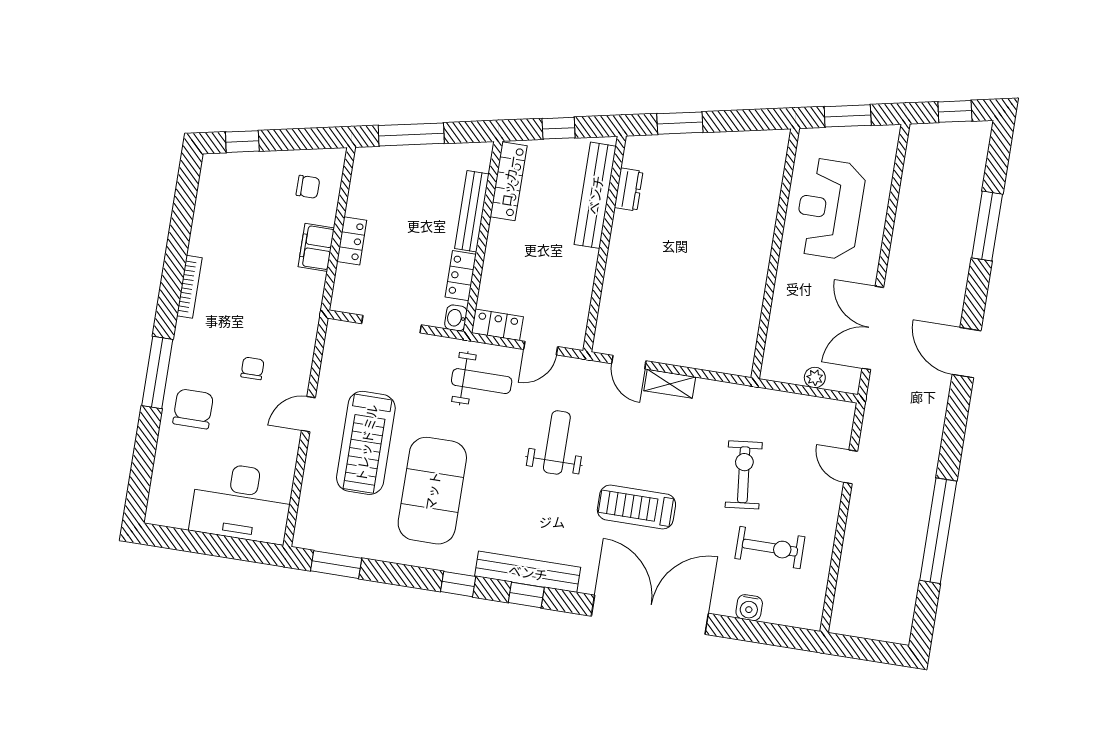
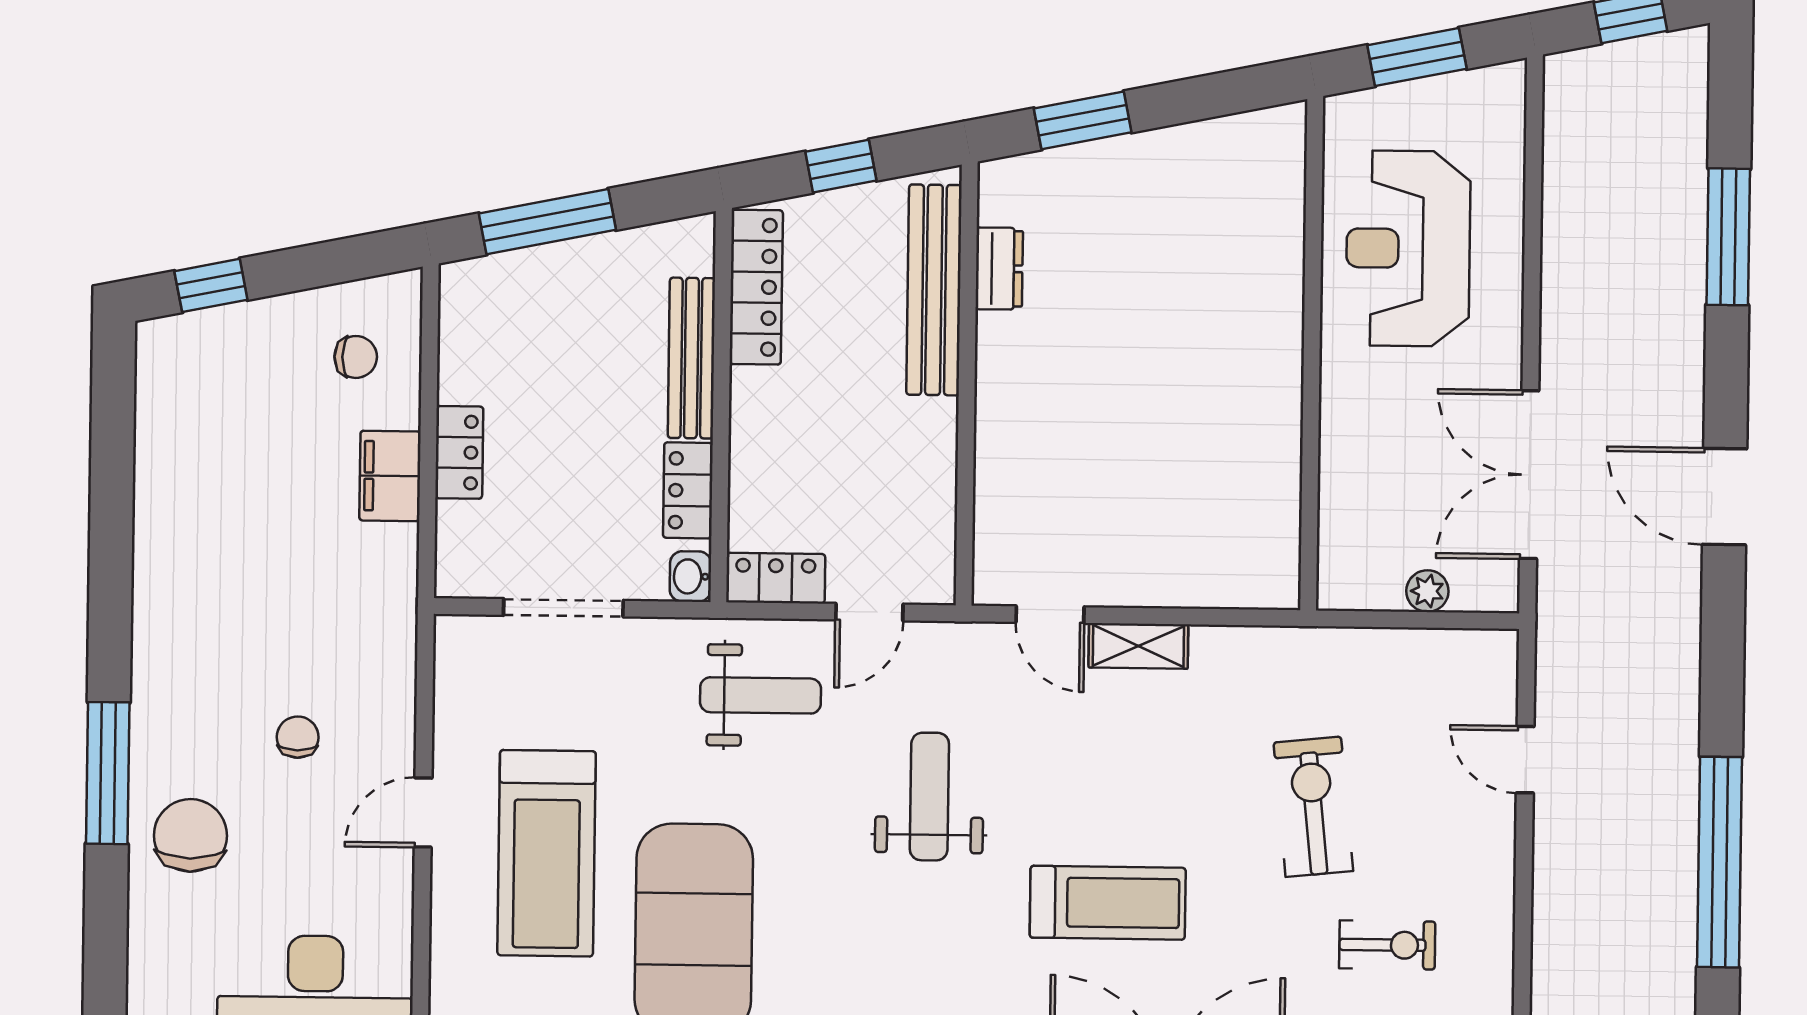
bookcase: (189, 287) -> (147, 592), removed
treadmill: (636, 507) -> (1108, 903), turned 180
exercise bike: (770, 548) -> (1387, 945), width x0.73, depth x0.72

